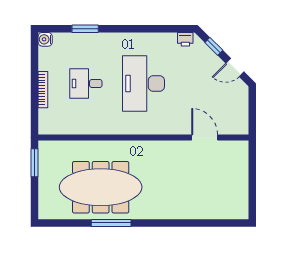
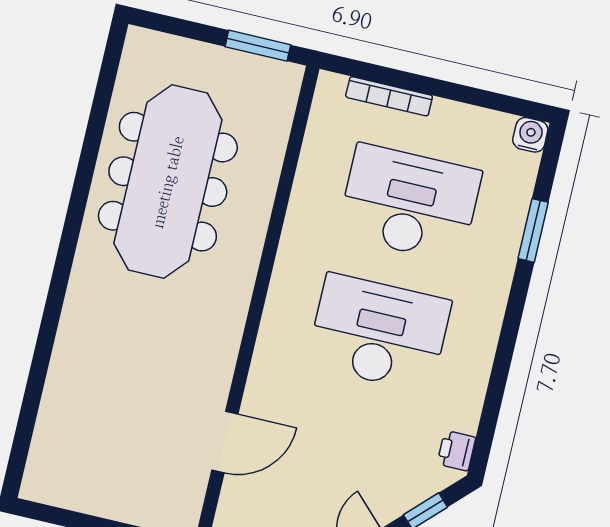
desk: (86, 84) -> (409, 203), width x1.87, depth x1.30
bookcase: (43, 90) -> (389, 96), moved
window: (111, 223) -> (82, 186), removed

